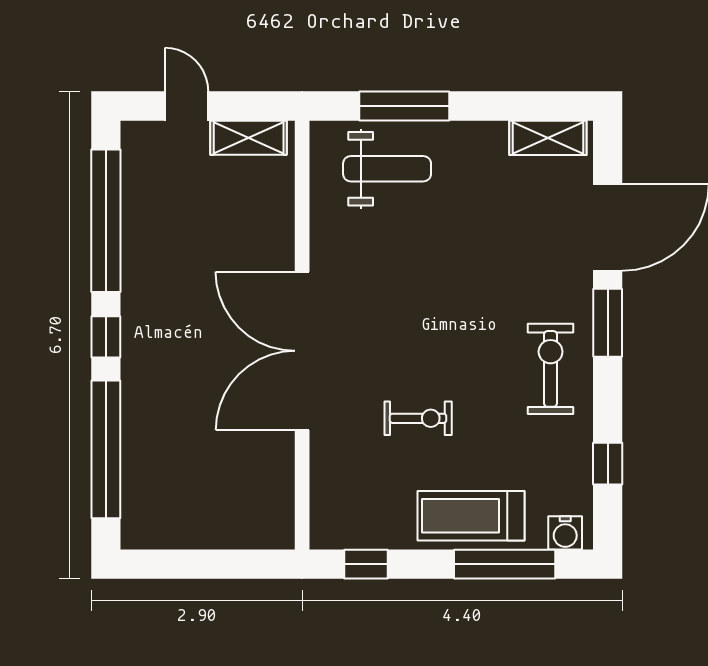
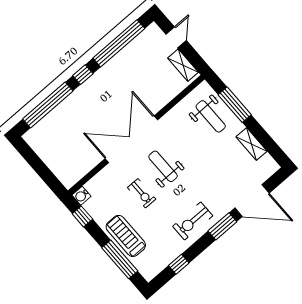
shelving: (548, 138) -> (251, 144), moved
weight bench: (403, 336) -> (163, 166), added
exercise bike: (551, 369) -> (193, 221), turned 180
water cooler: (565, 533) -> (81, 196), moved

